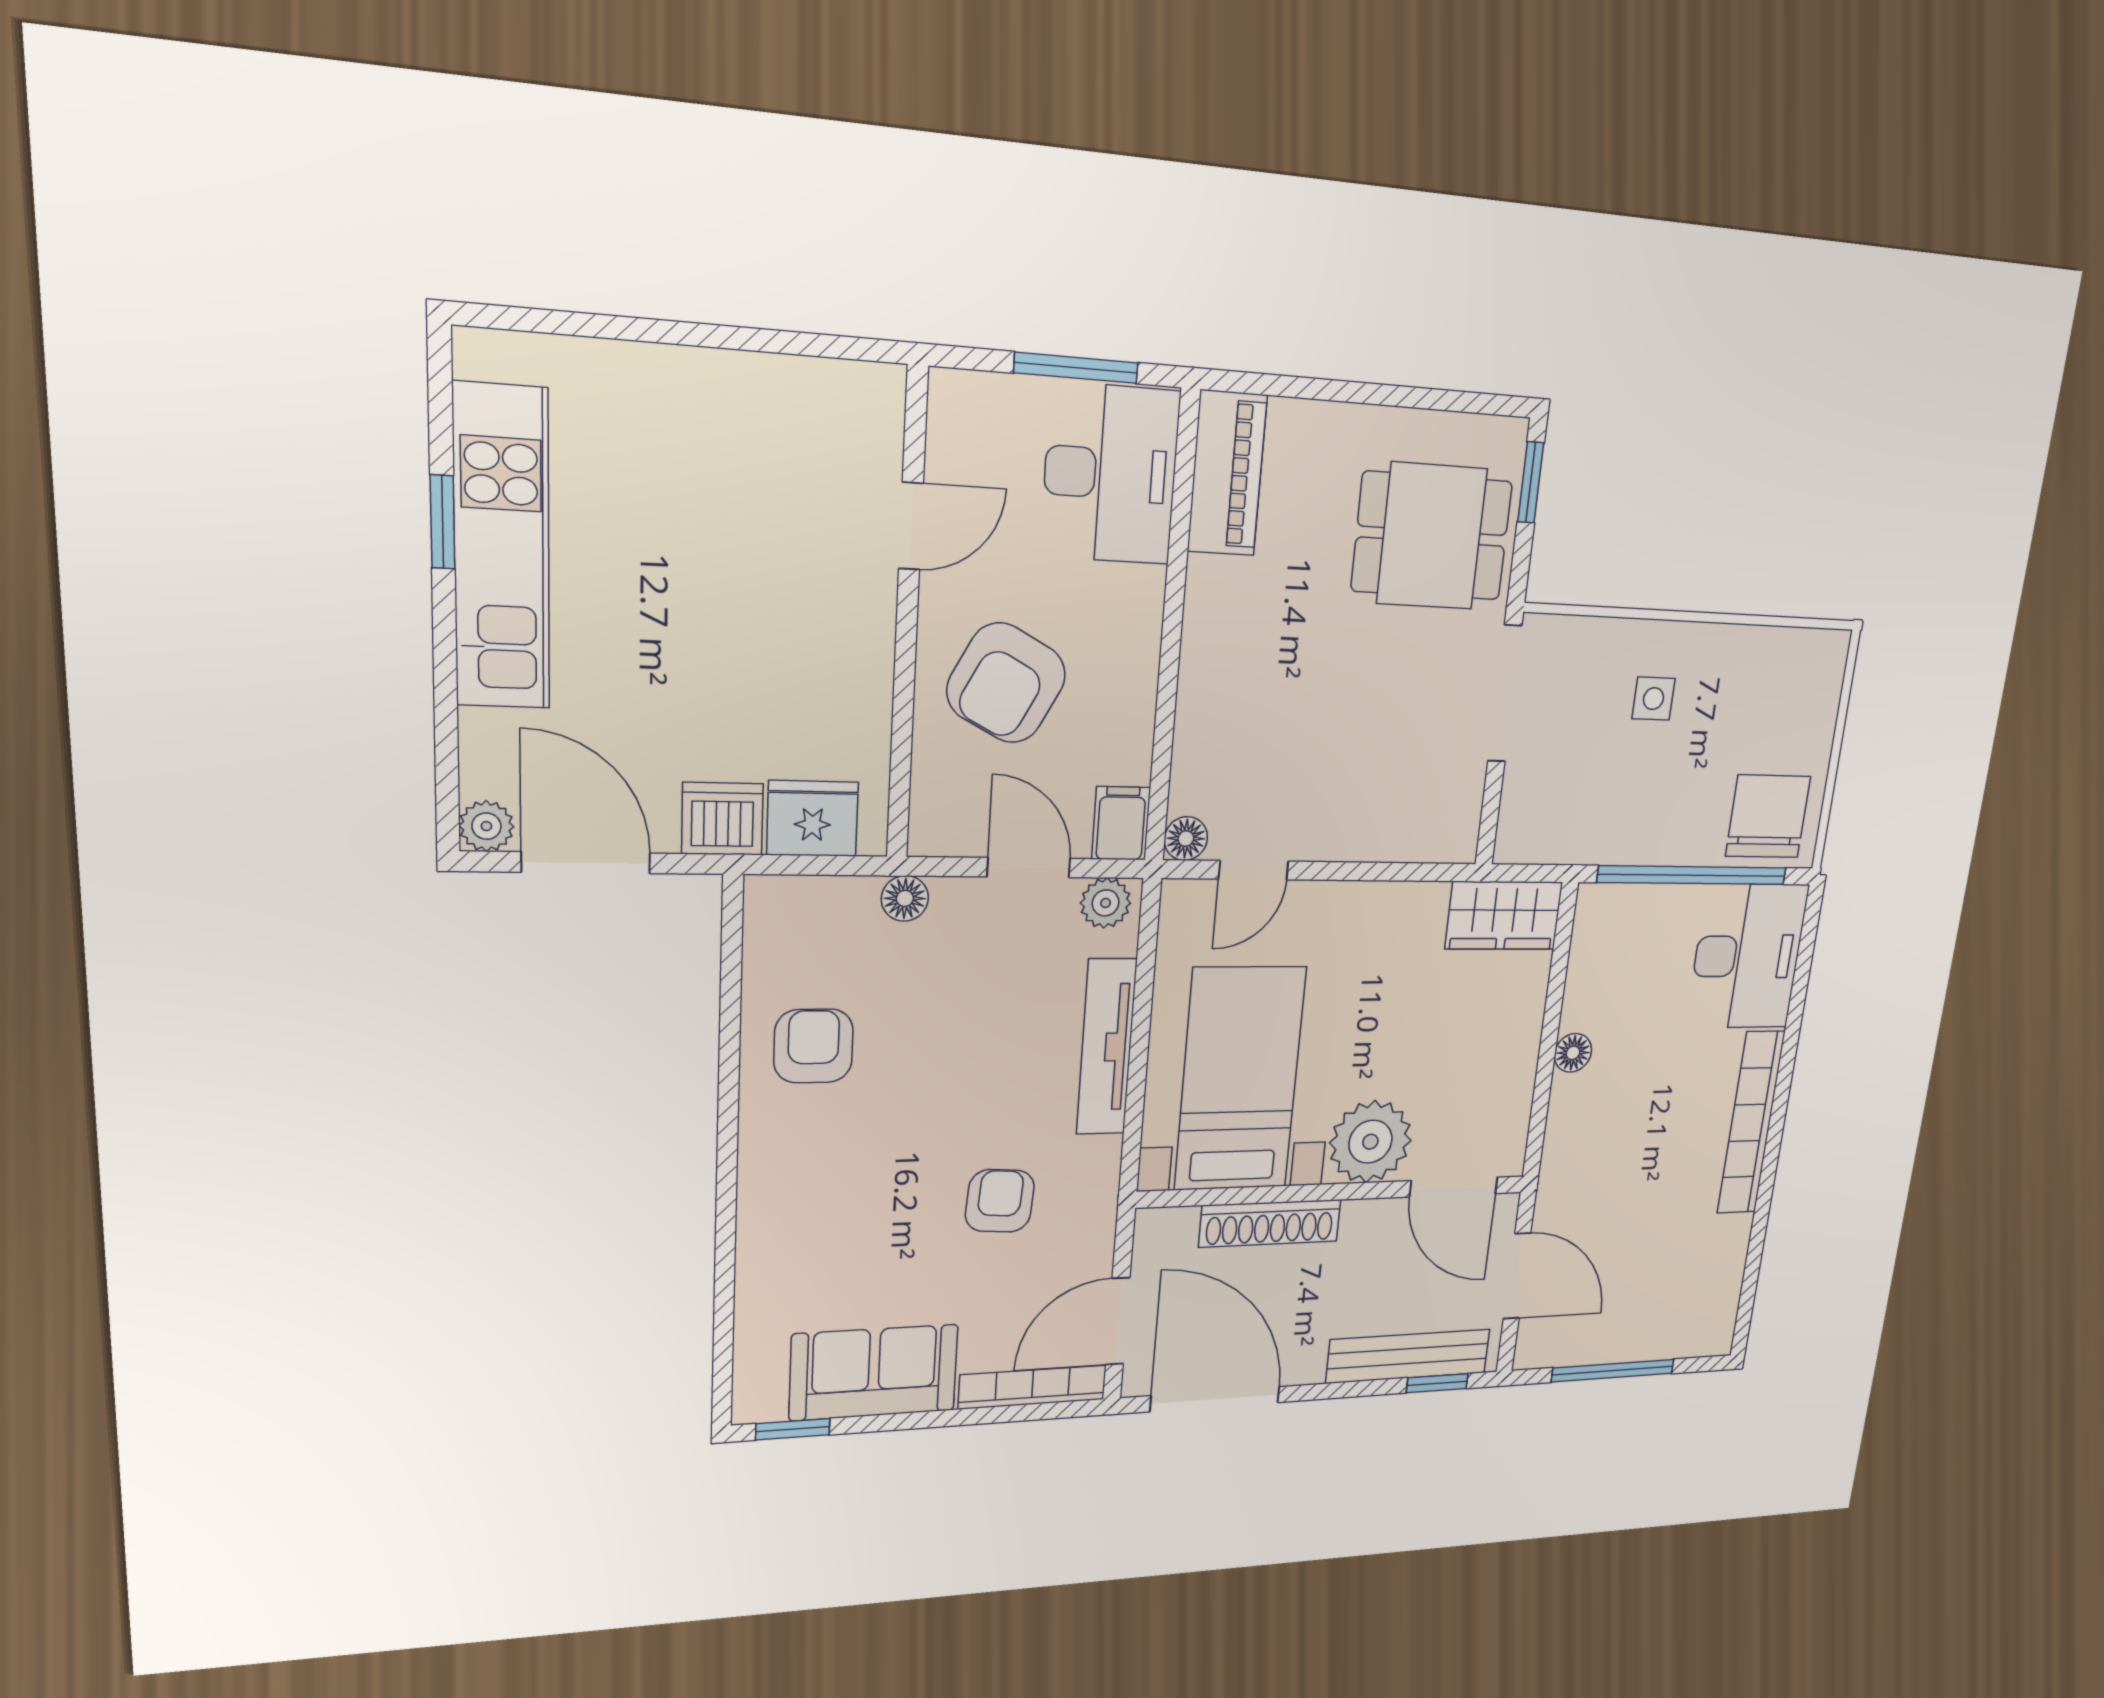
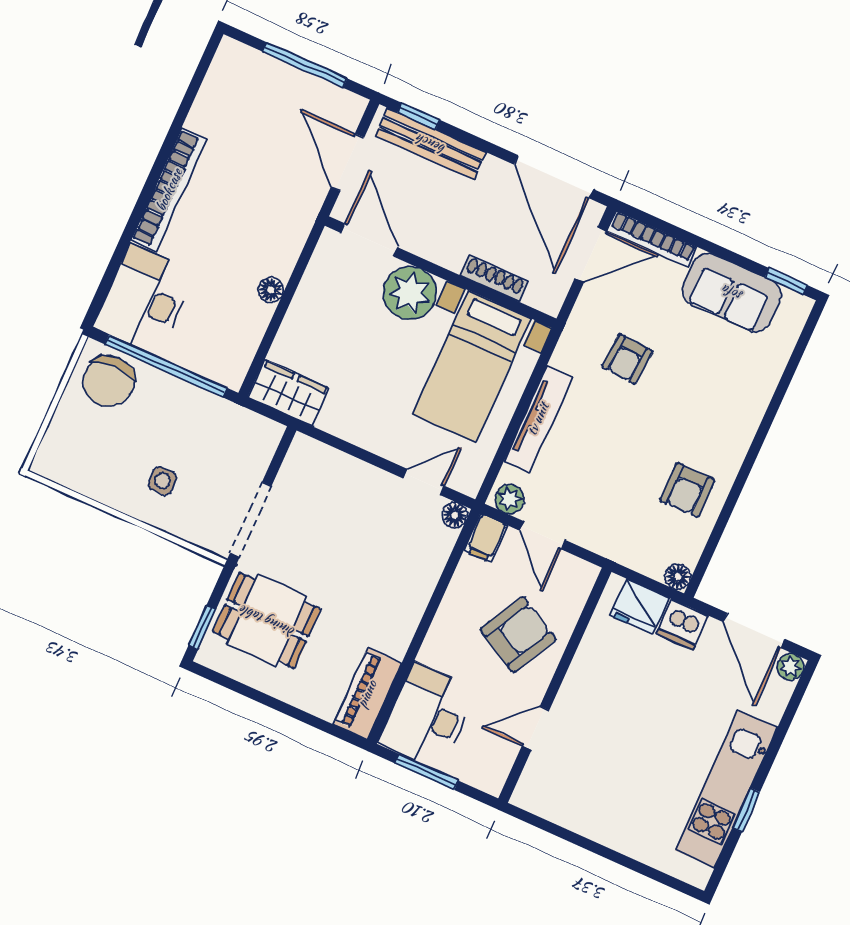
floor lamp: (905, 898) -> (678, 577), moved
shoe rack: (1270, 1223) -> (494, 278), width x0.74, depth x0.81

